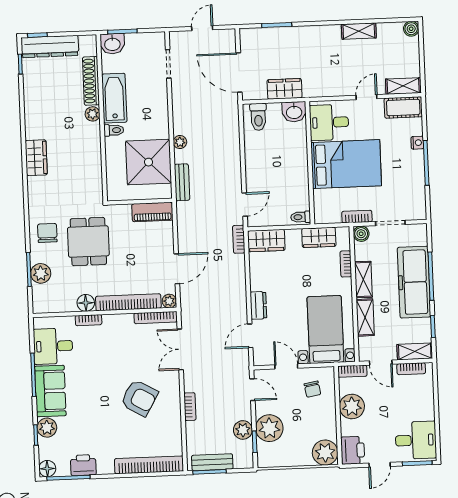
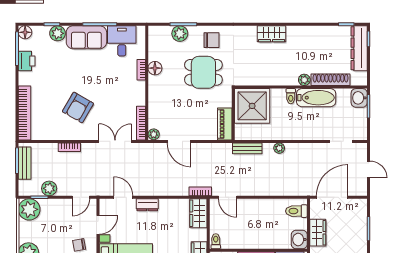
shower: (149, 162) -> (252, 106), moved
bookcase: (128, 302) -> (154, 102), removed
plant: (269, 428) -> (29, 209), moved

